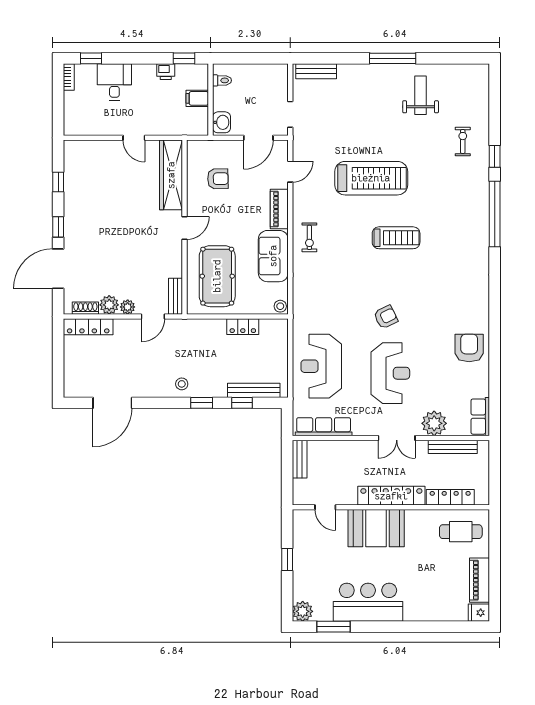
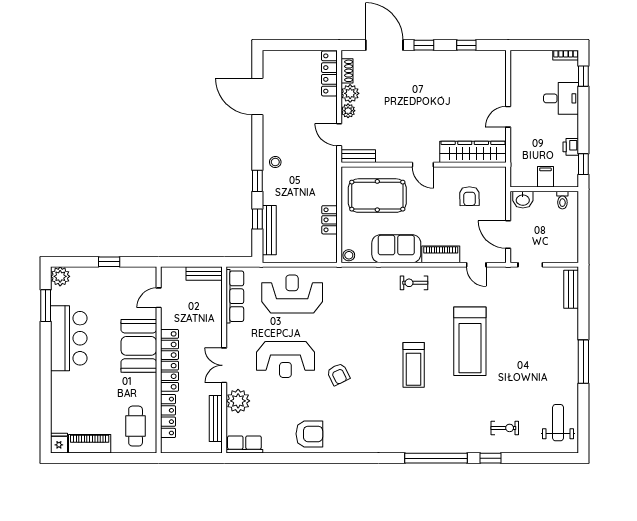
weight bench: (421, 95) -> (558, 423), moved, turned -90
armchair: (386, 317) -> (338, 374), moved

